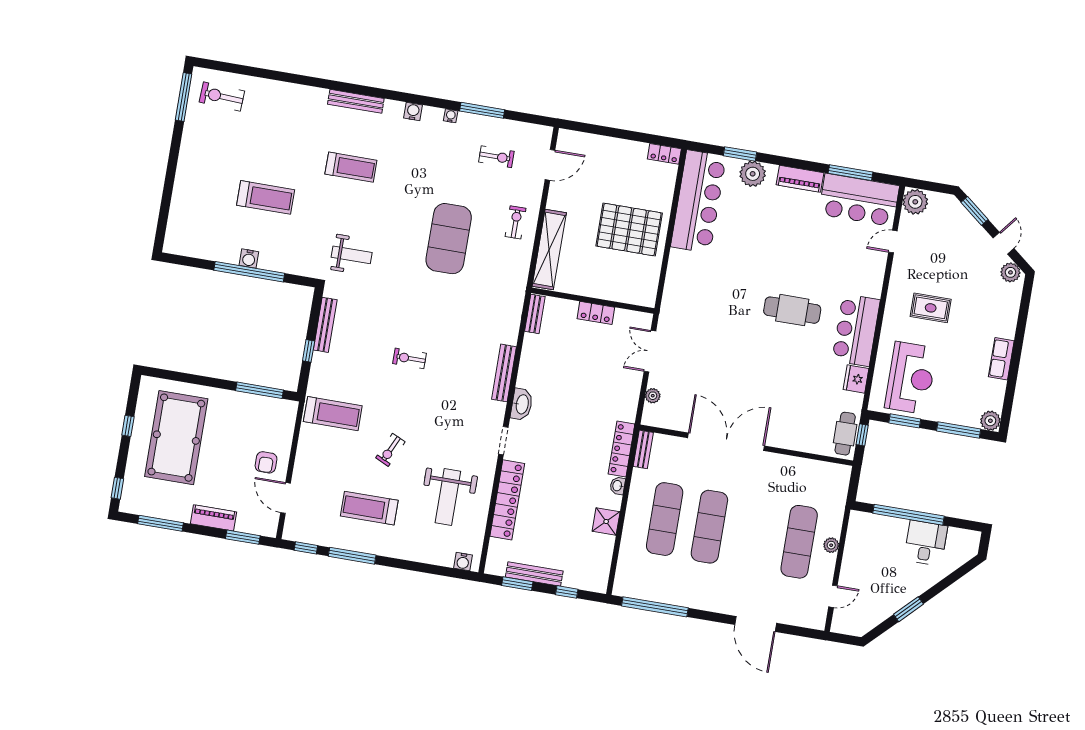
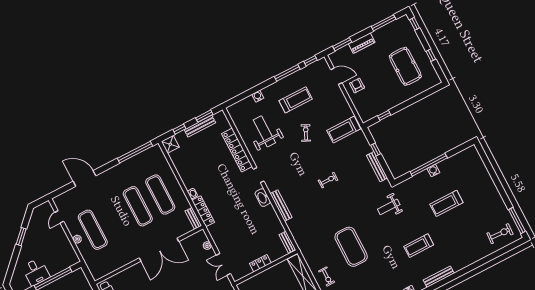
double door: (650, 351) -> (223, 264), swing flipped
window: (260, 390) -> (384, 115), width x0.46
pool table: (176, 438) -> (405, 66), width x0.73, depth x0.76
shower: (606, 522) -> (170, 144), moved
water cooler: (463, 562) -> (258, 96), moved

